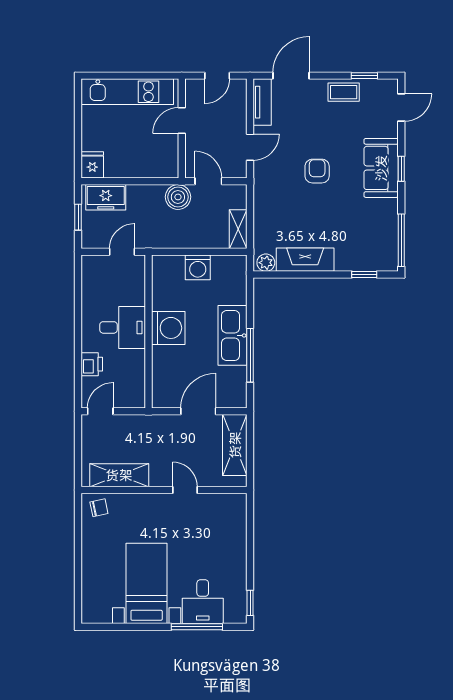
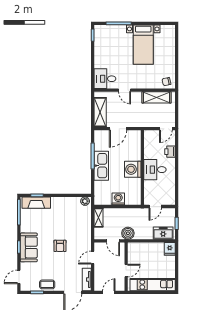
fireplace: (305, 260) -> (36, 203), moved
desk: (203, 602) -> (105, 79), moved, turned -90

